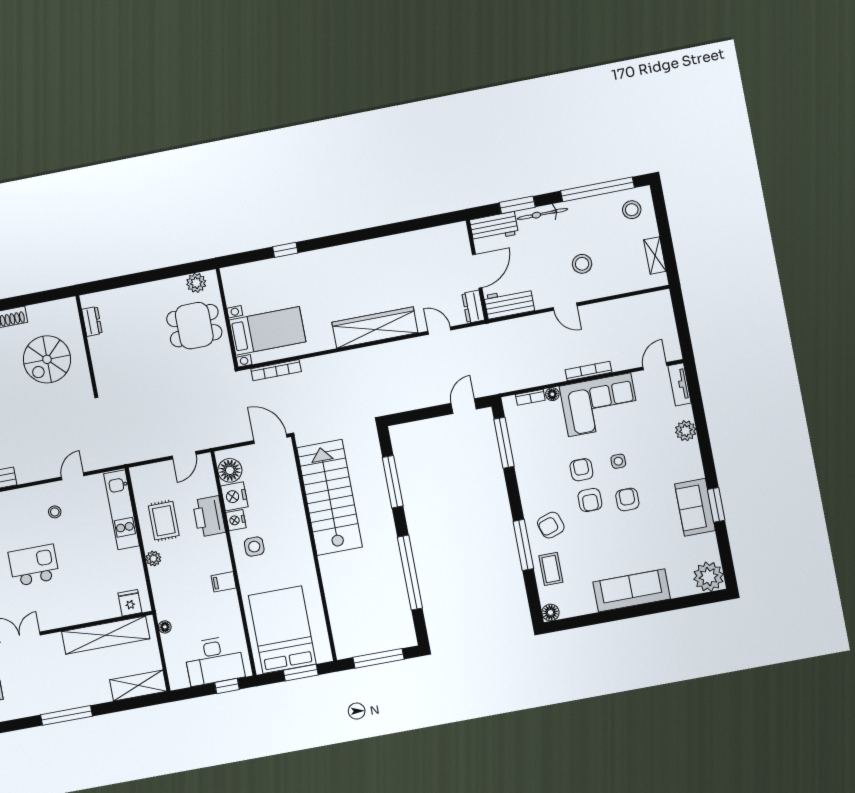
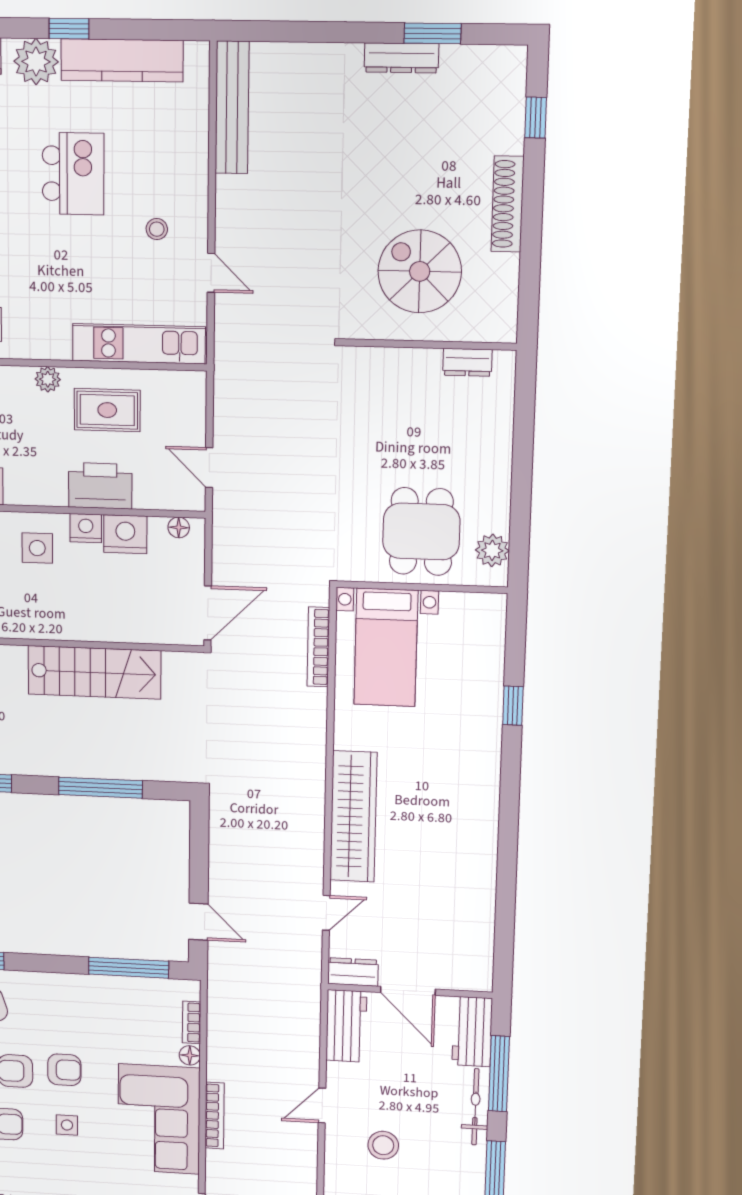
window: (517, 205) -> (499, 1074), width x1.44
floor lamp: (230, 470) -> (179, 527), width x0.53, depth x0.53
stairs: (330, 497) -> (94, 672), width x0.73, depth x0.66

